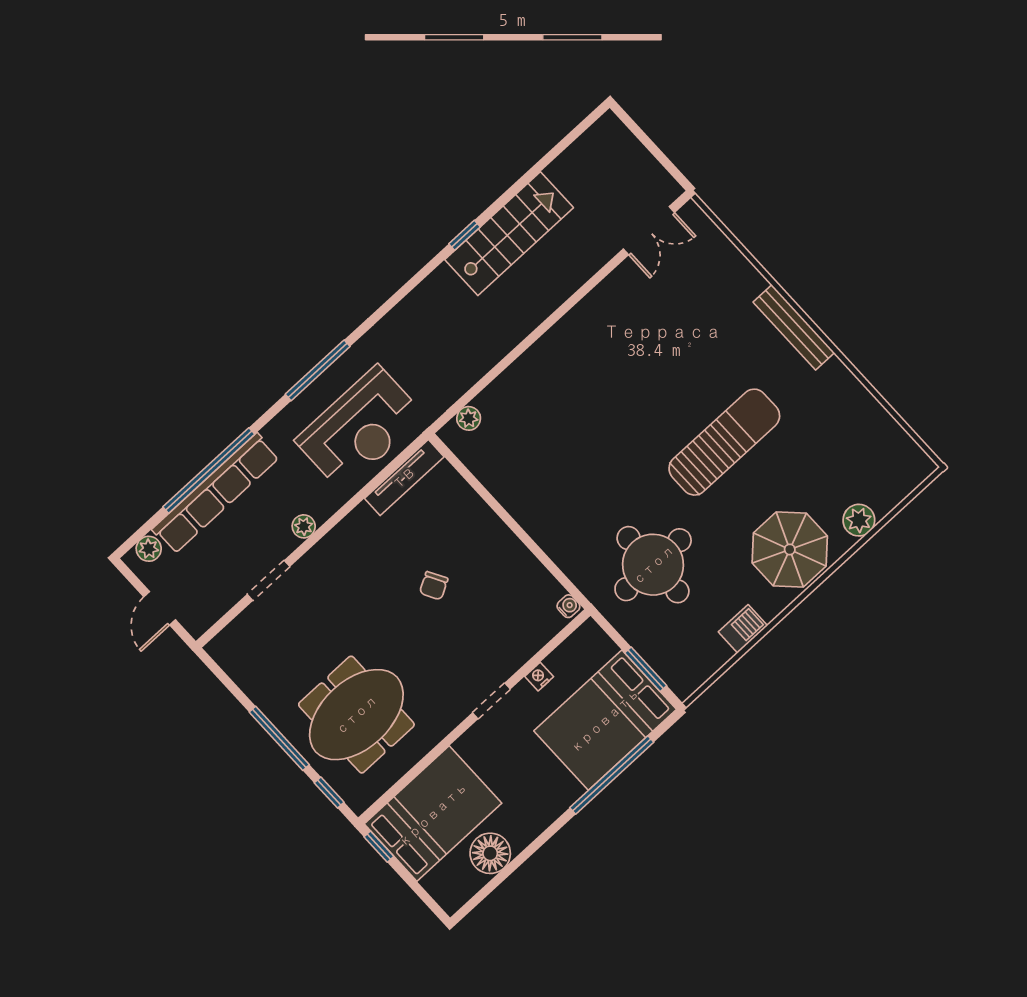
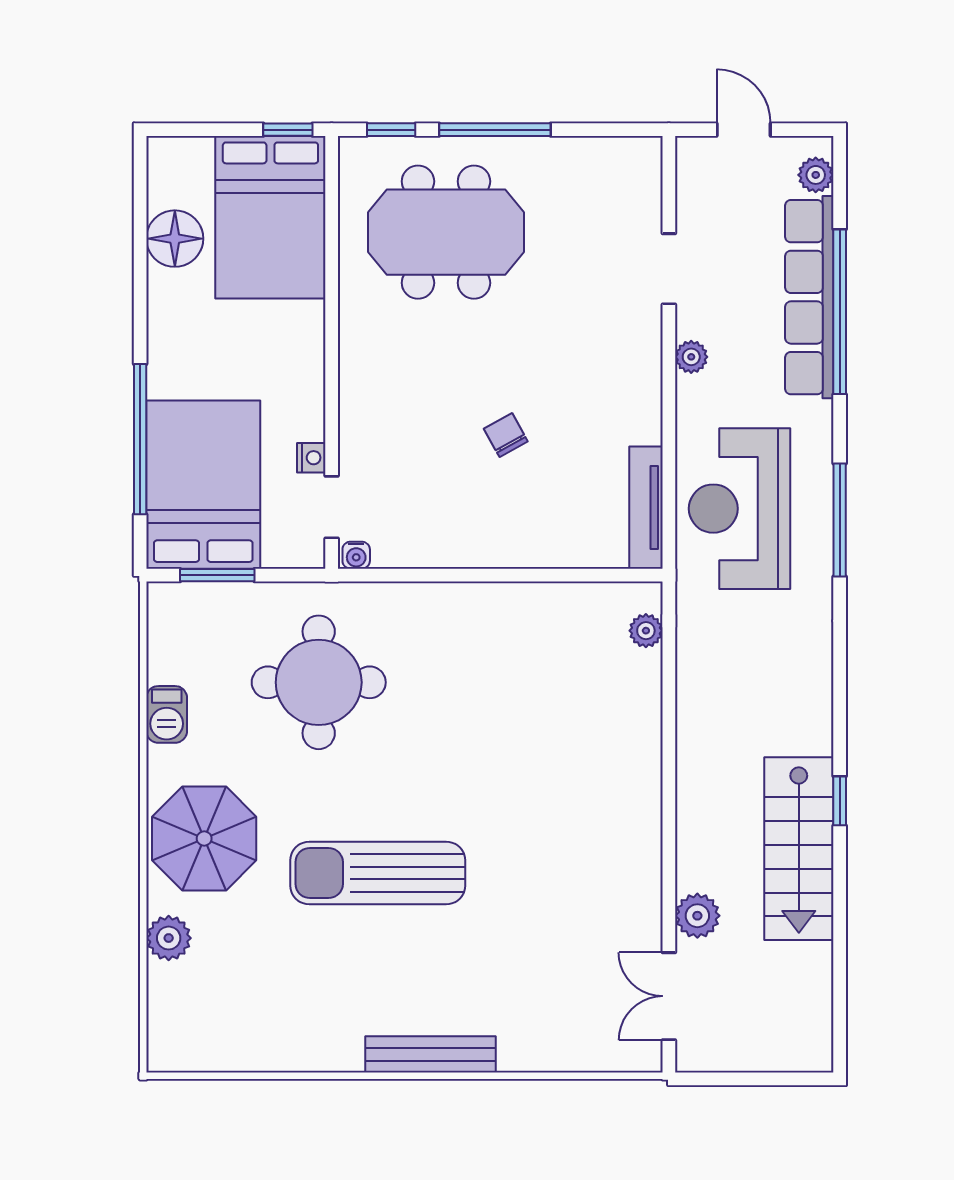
plant: (593, 254) -> (697, 916), added
sun lounger: (724, 442) -> (378, 873), turned 90
doorway: (491, 701) -> (332, 507), moved
meeting table: (356, 715) -> (446, 232), turned 90

